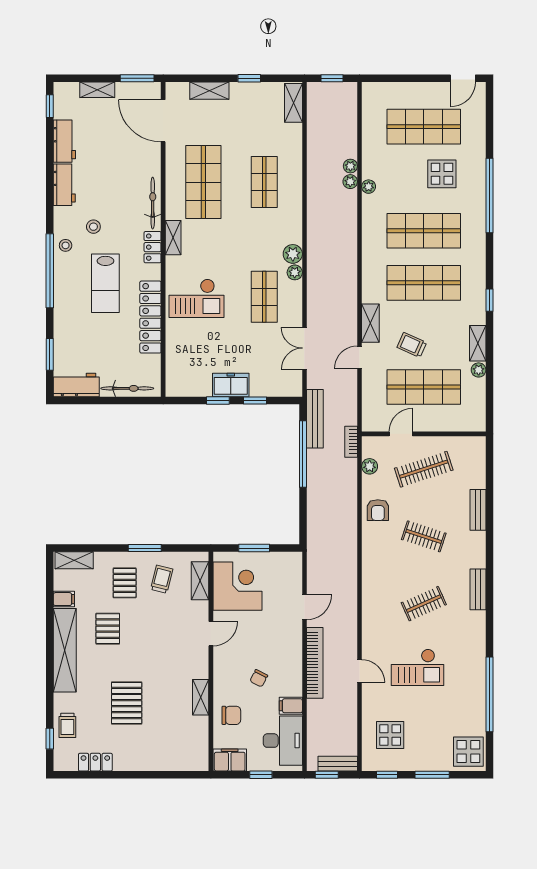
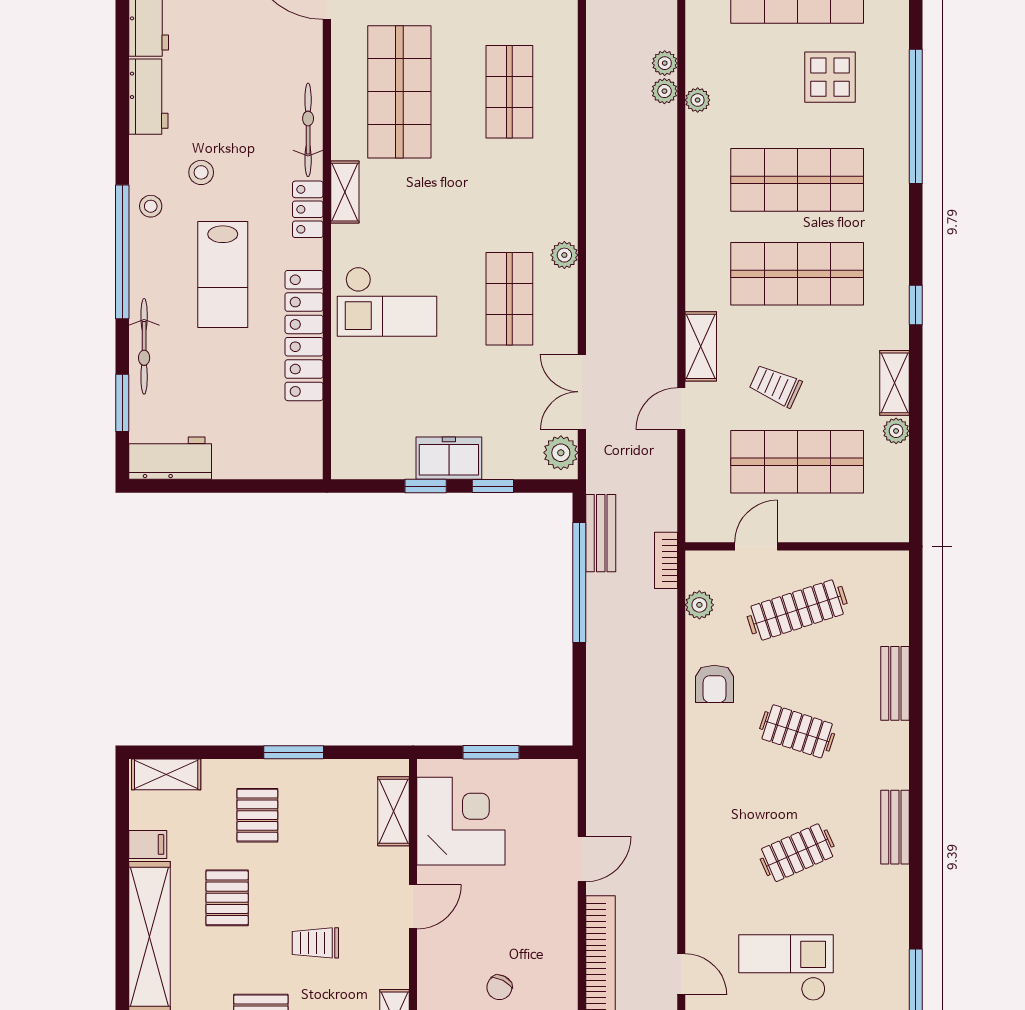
plant: (293, 254) -> (561, 453), moved
bicycle: (127, 388) -> (144, 346), moved, turned 90
bench: (315, 419) -> (601, 533), width x0.73
trolley: (162, 579) -> (315, 943), moved, turned -104
checkout: (418, 667) -> (786, 968), turned 180

